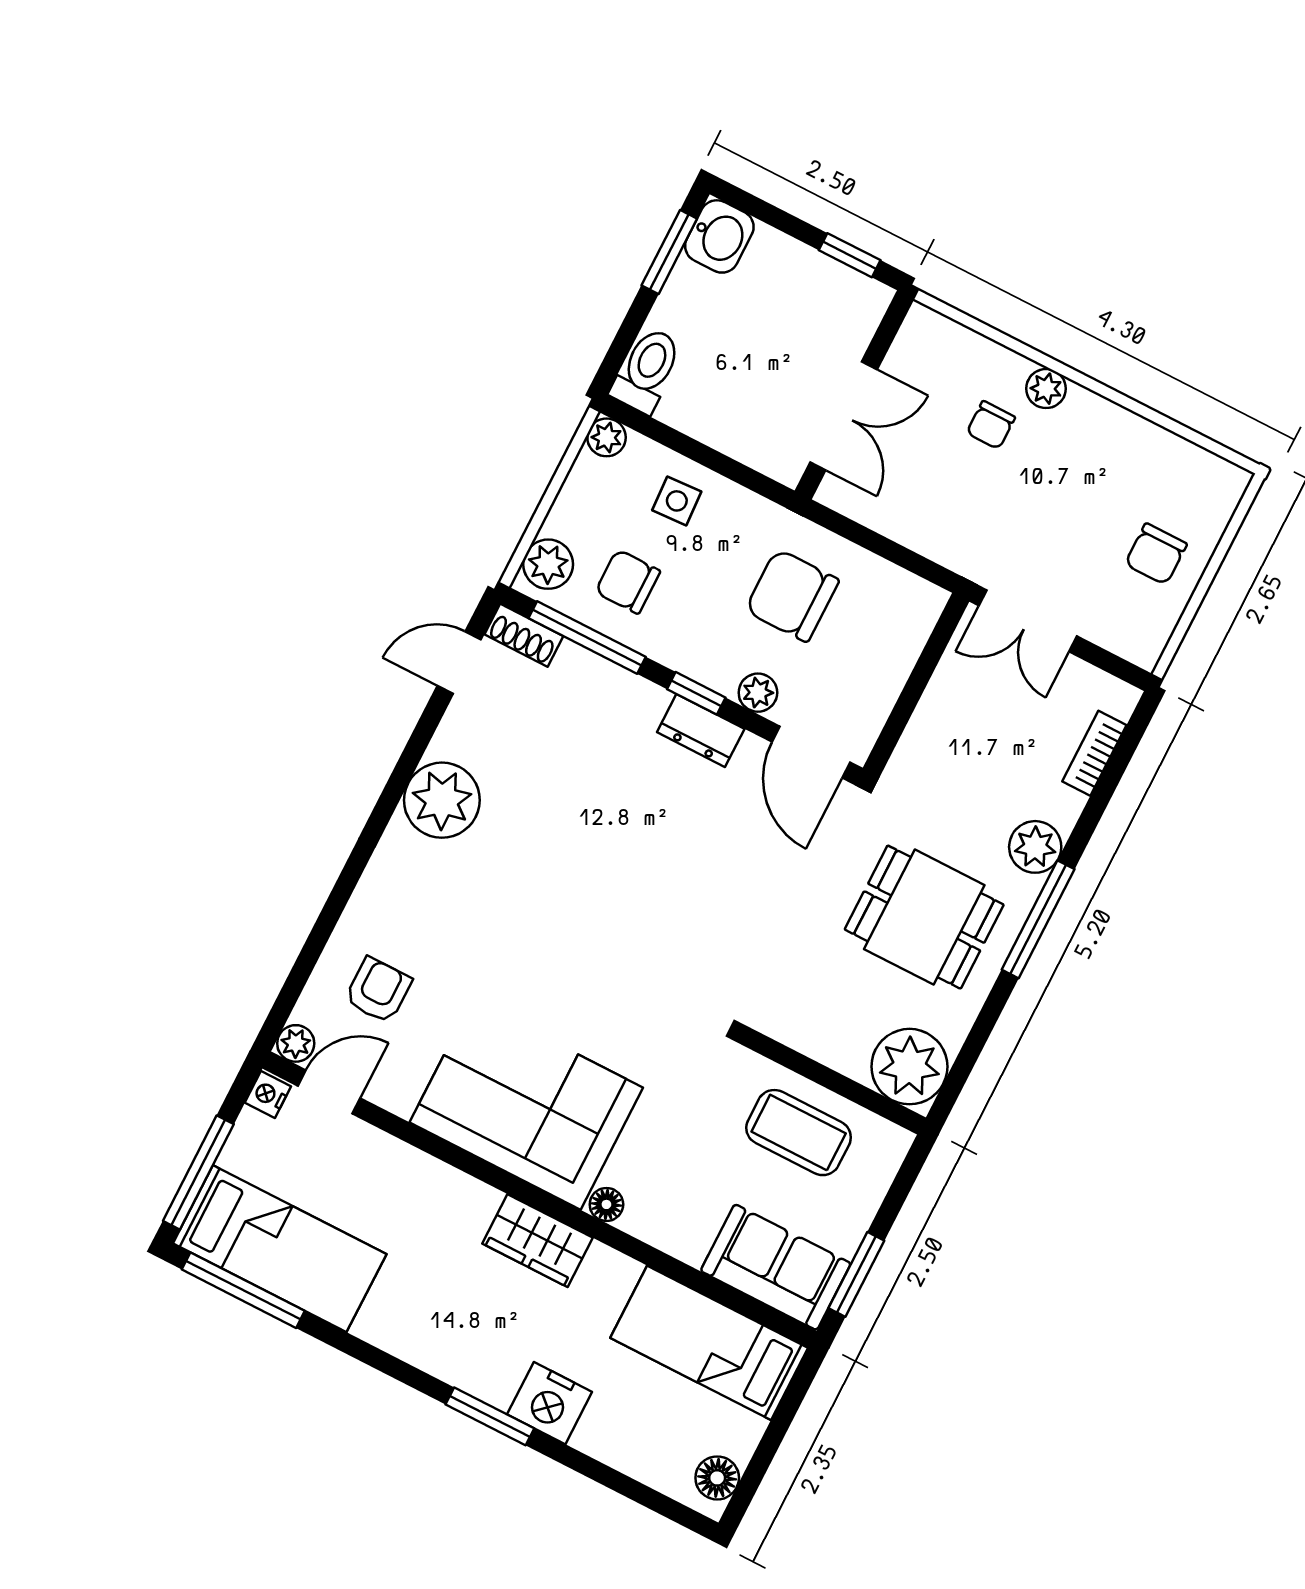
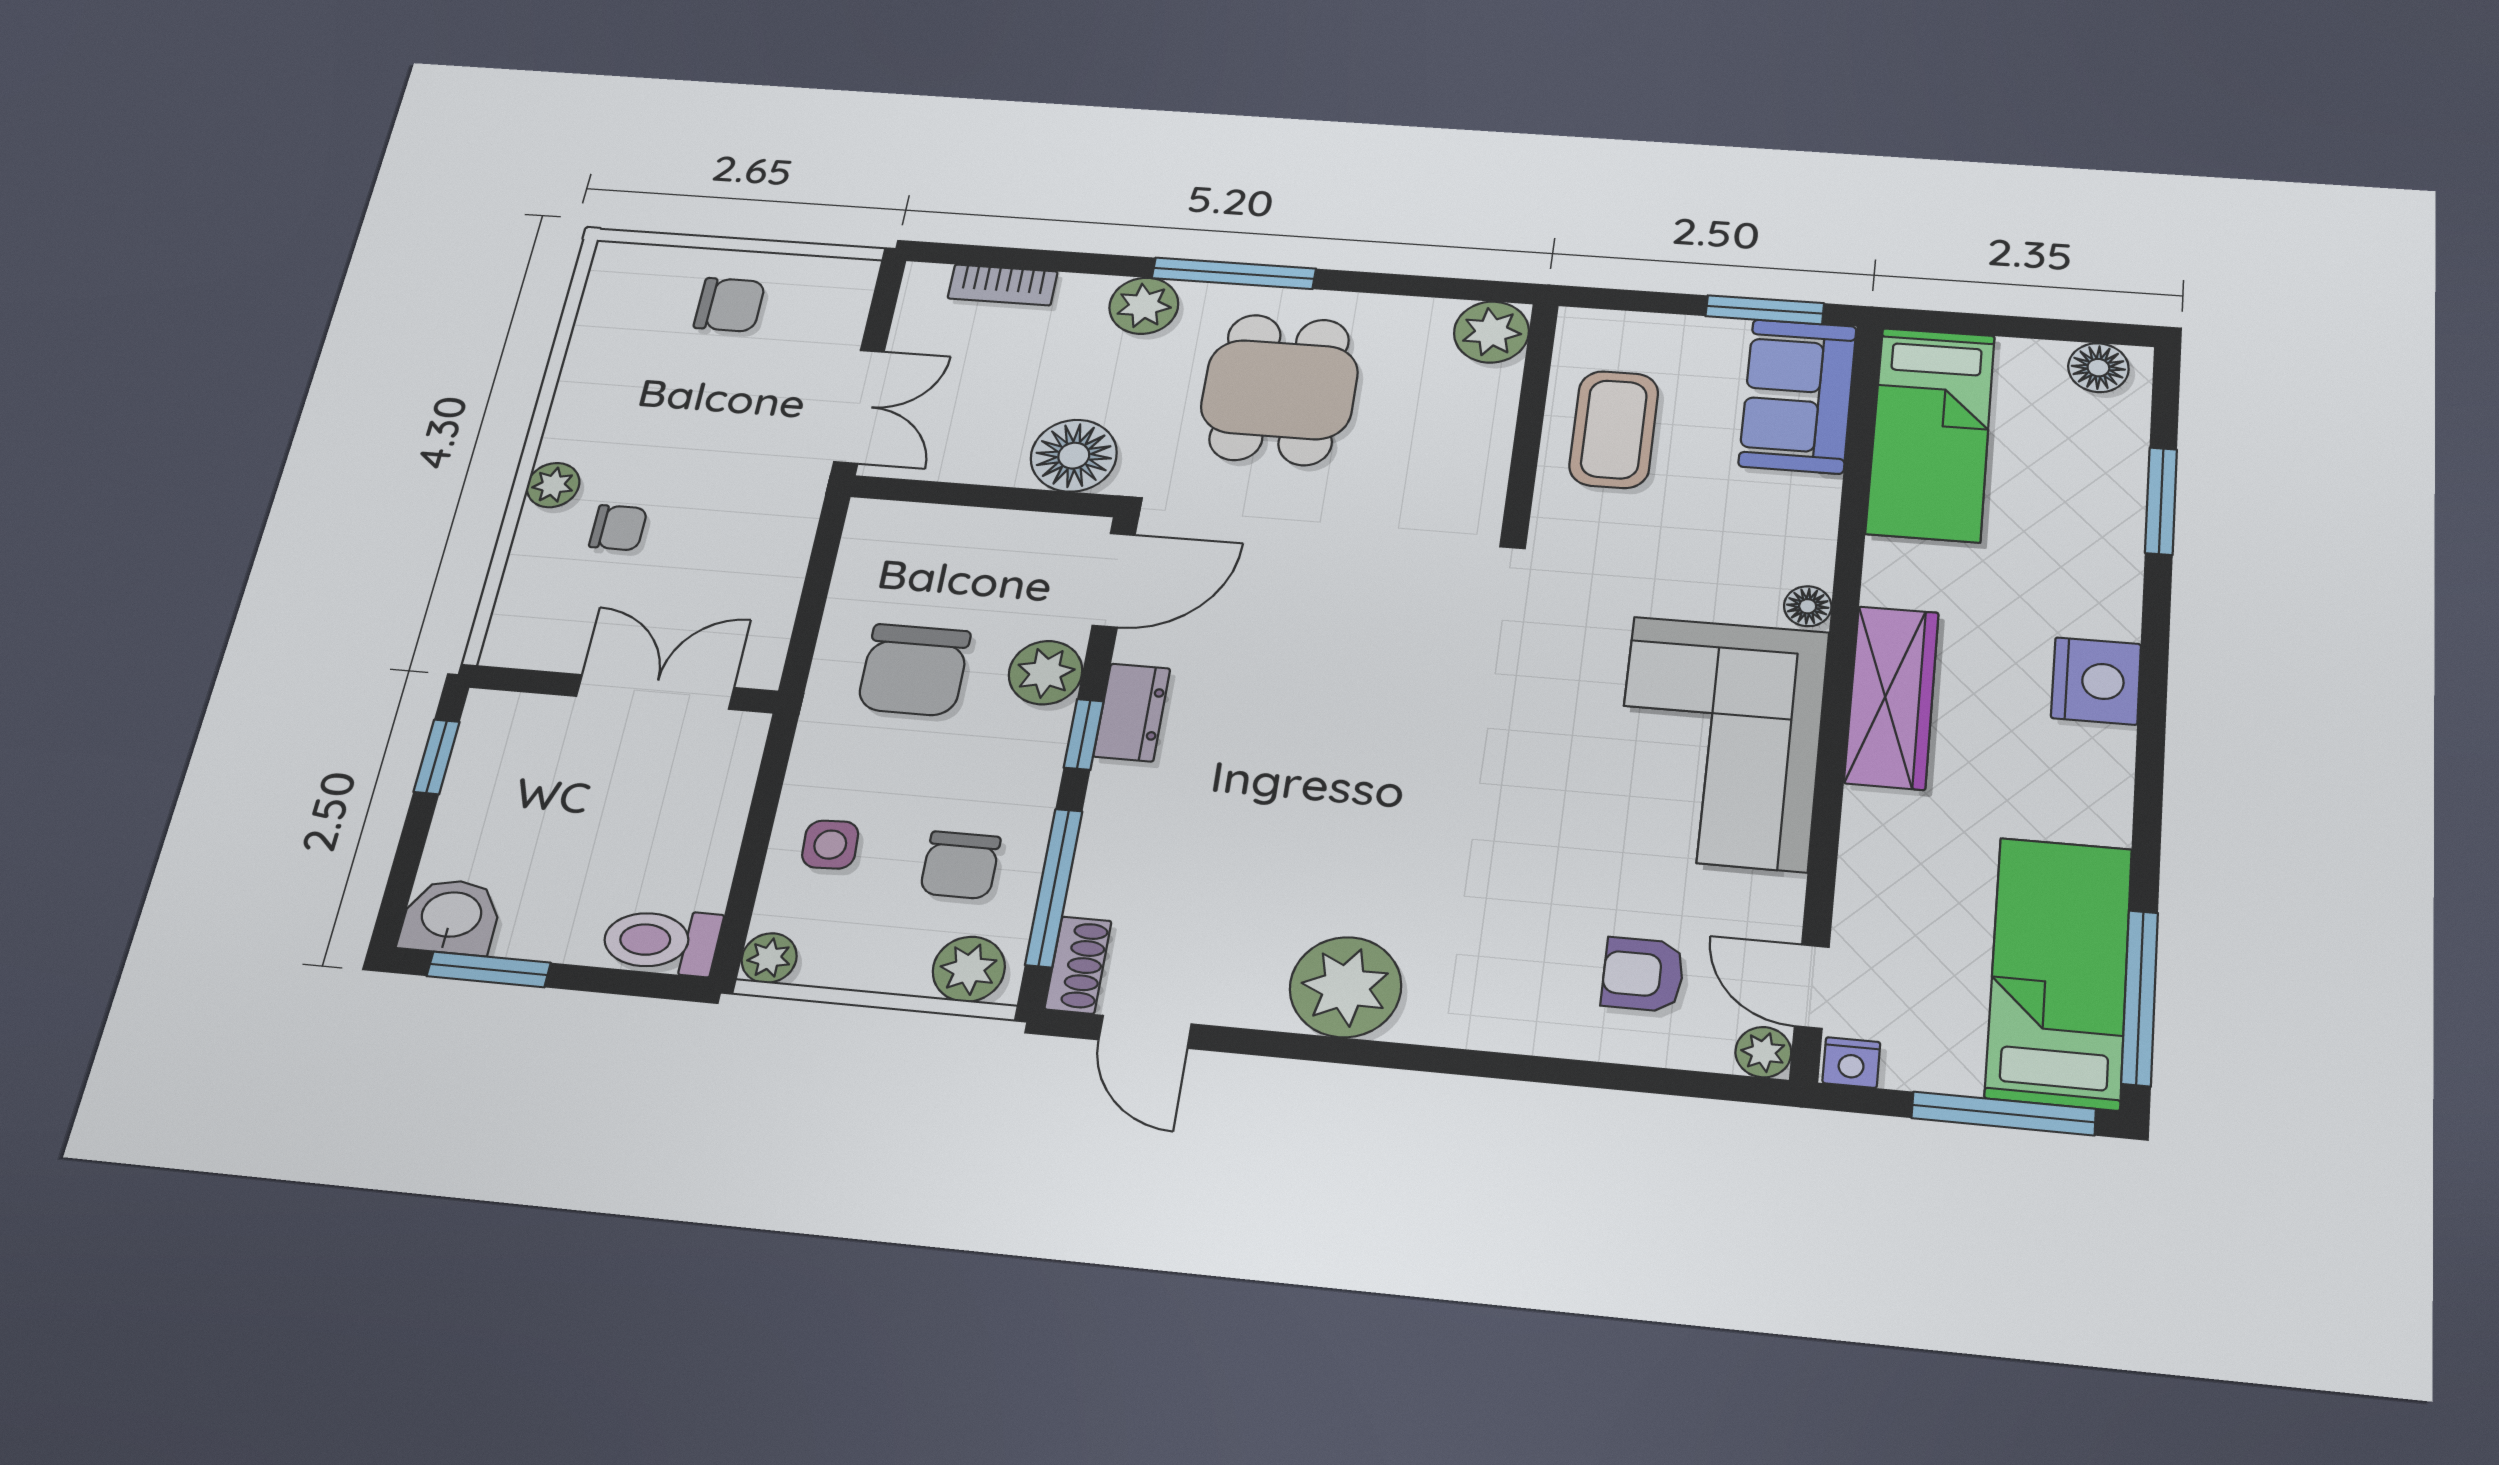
plant: (758, 693) -> (1045, 673), width x1.38, depth x1.38
floor lamp: (925, 757) -> (1074, 456), added
plant: (909, 1067) -> (1491, 332), width x0.73, depth x0.73
wardrobe: (538, 1241) -> (1892, 697), width x1.50
nightstand: (550, 1403) -> (2096, 681), moved
window: (490, 1416) -> (2161, 501), moved

